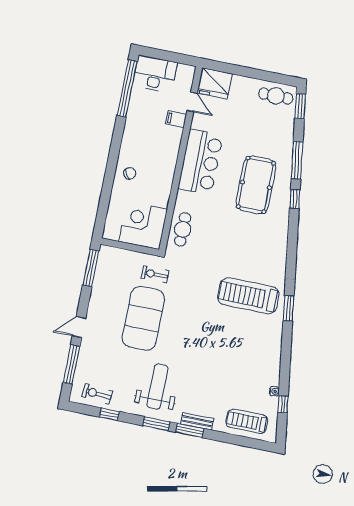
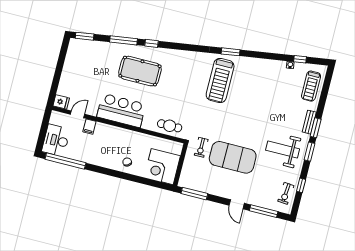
fridge: (215, 83) -> (61, 102), width x0.53, depth x0.75
cafe table: (276, 96) -> (76, 54), removed
corner desk: (143, 225) -> (162, 167), moved

